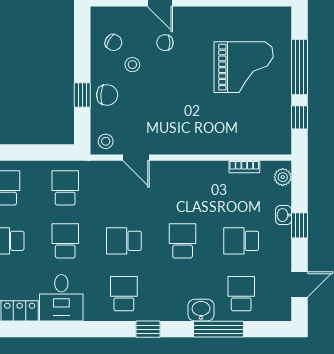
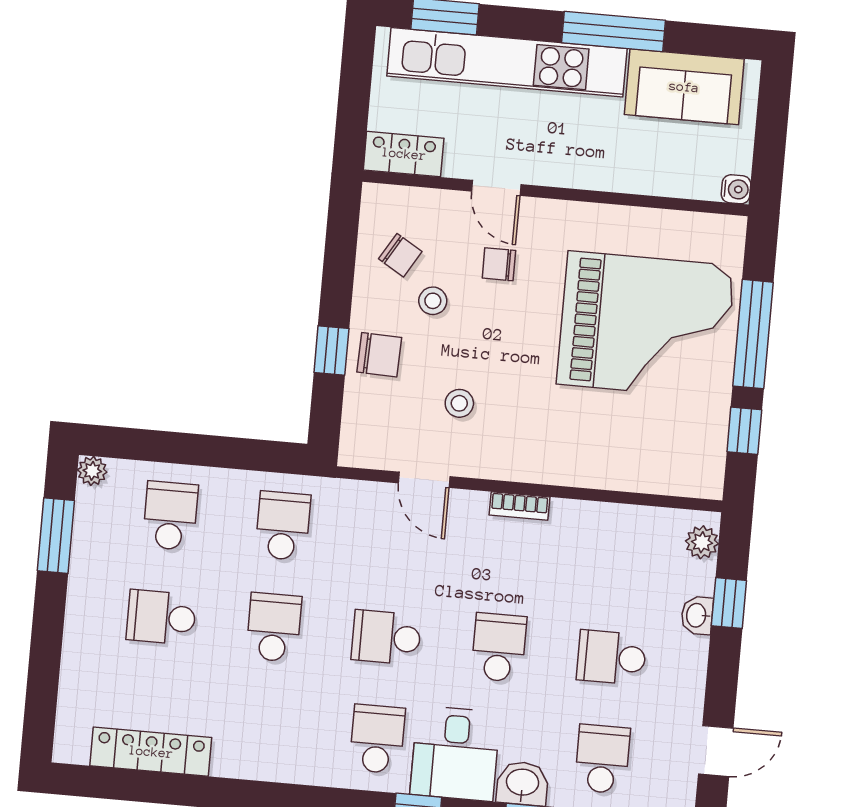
grand piano: (244, 67) -> (646, 325), width x1.37, depth x1.48
stool: (106, 141) -> (459, 403), moved
bookcase: (244, 167) -> (519, 506), moved
window: (300, 225) -> (729, 603), moved
desk: (61, 298) -> (455, 753), moved

